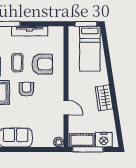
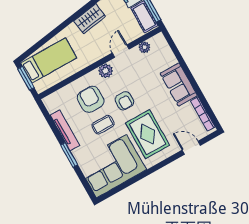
plant: (57, 88) -> (106, 71), added
armchair: (26, 89) -> (124, 101), turned -90
plant: (59, 142) -> (144, 47), moved

